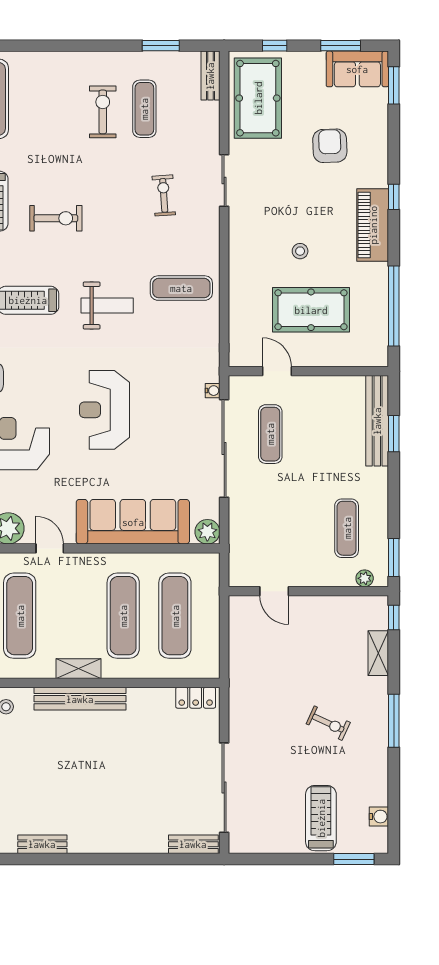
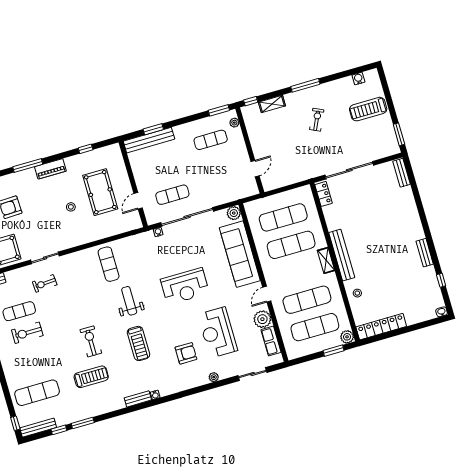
exercise bike: (164, 195) -> (45, 283), moved
window: (394, 197) -> (28, 165), width x2.17
piano: (373, 225) -> (50, 169), width x0.73, depth x0.75
window: (394, 306) -> (86, 149), width x0.32
sliding door: (224, 788) -> (349, 170), moved
window: (354, 859) -> (399, 134), moved

